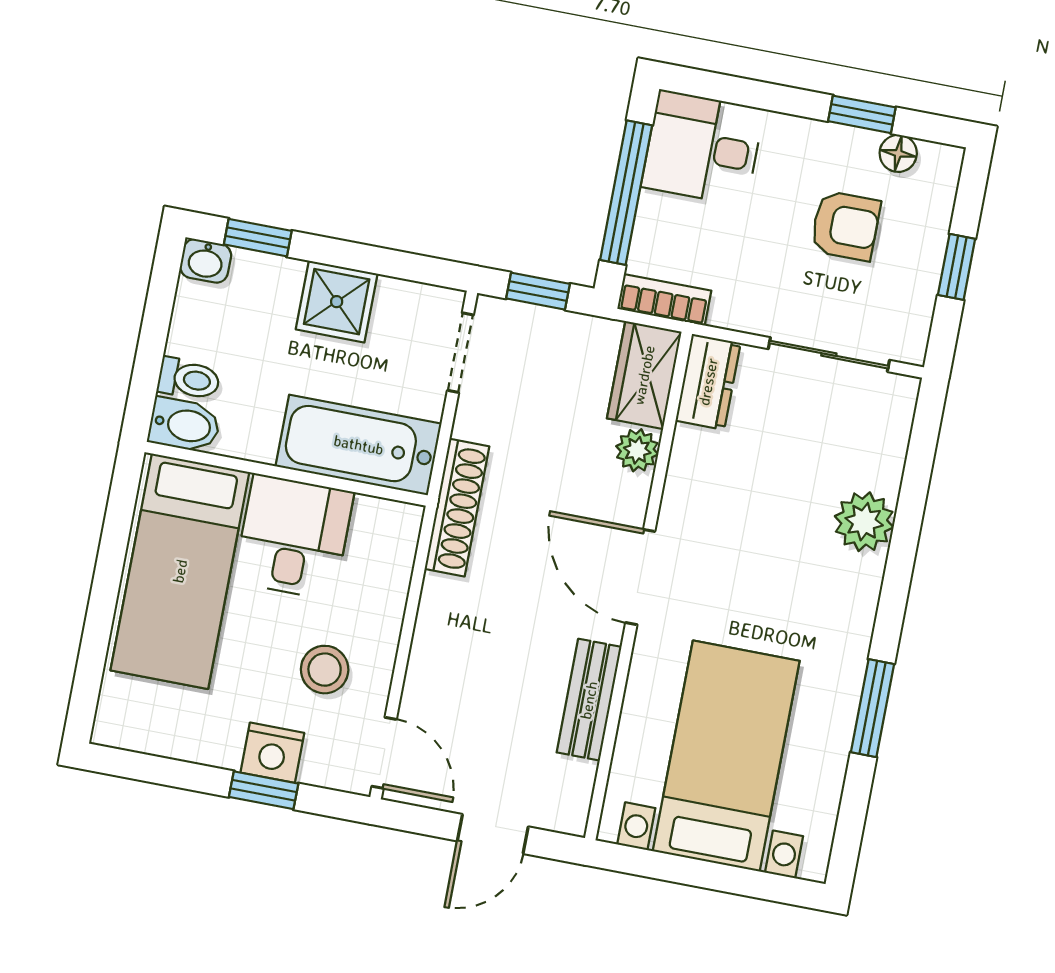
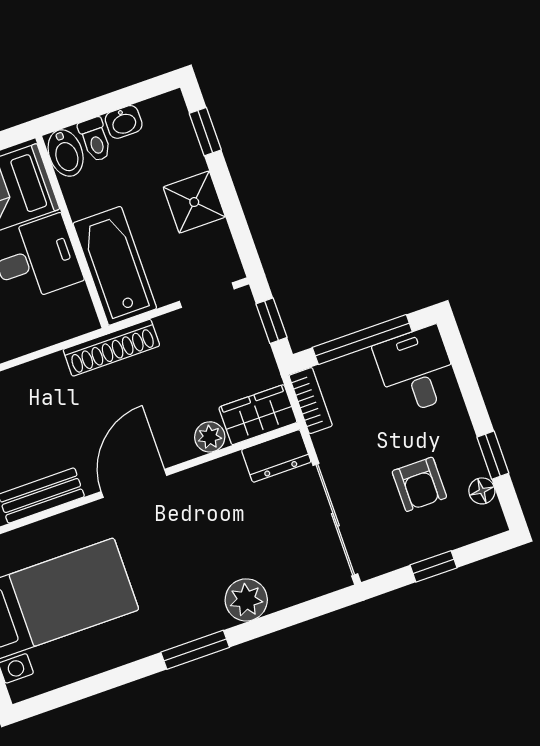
washbasin: (206, 261) -> (124, 122), moved, turned -90
sliding door: (829, 355) -> (335, 520), width x1.37
window: (872, 708) -> (195, 650), moved

